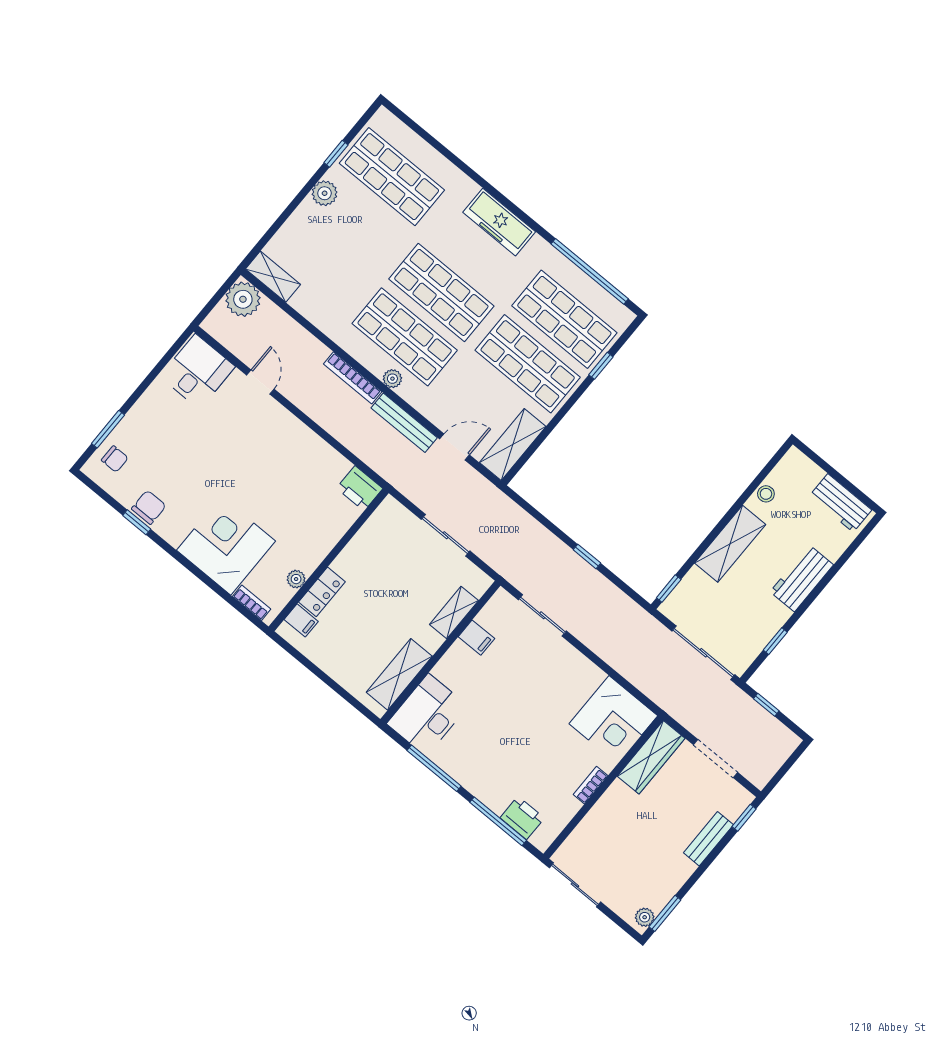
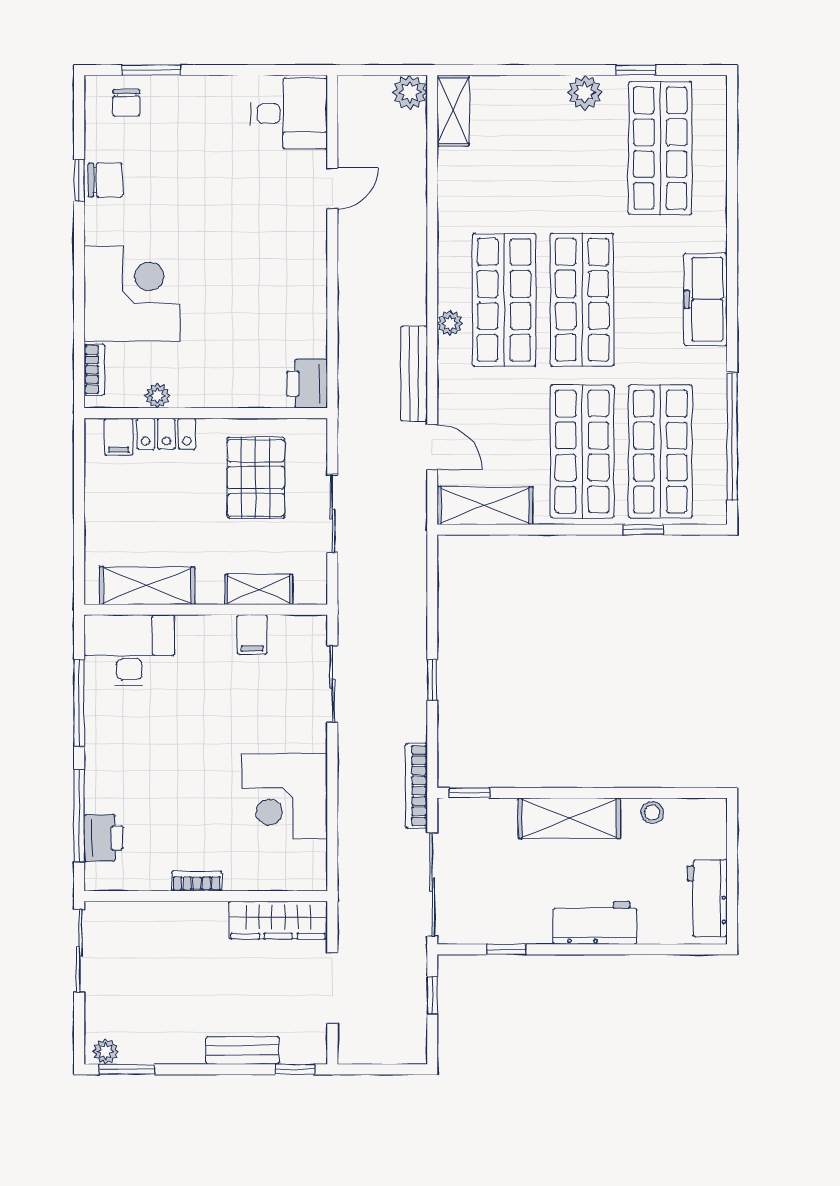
plant: (243, 299) -> (410, 92), width x0.73, depth x0.73
bookcase: (353, 378) -> (416, 786), moved
pallet: (389, 562) -> (256, 478), added
corner desk: (613, 720) -> (285, 797), moved

